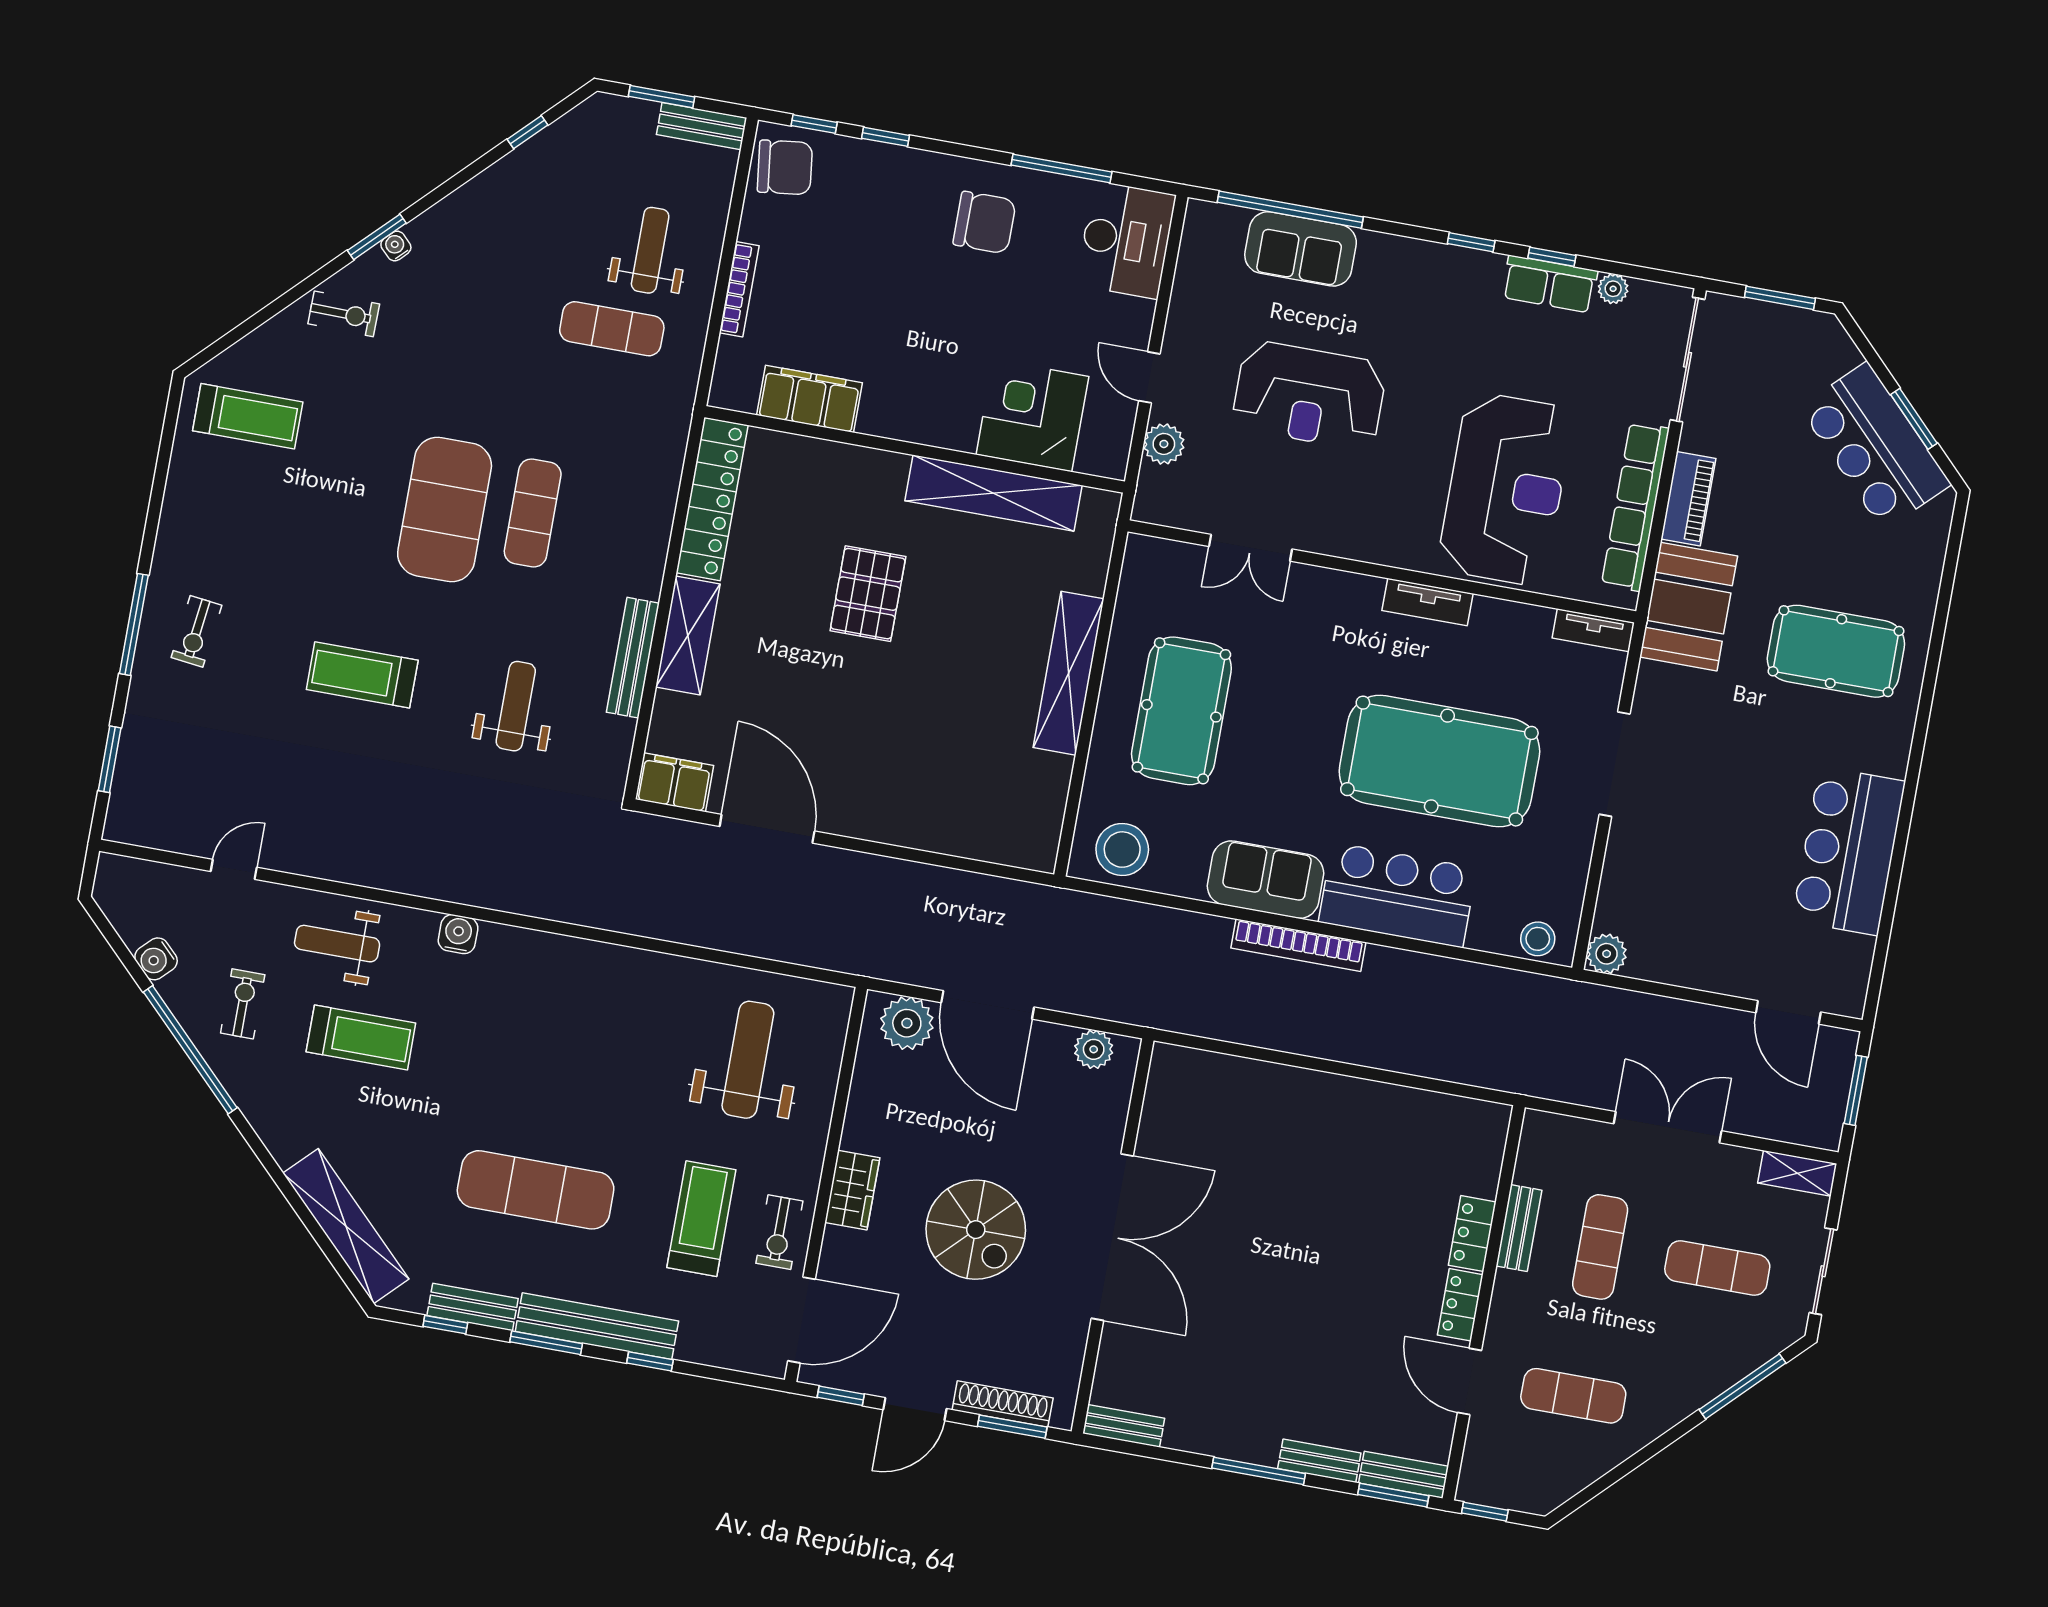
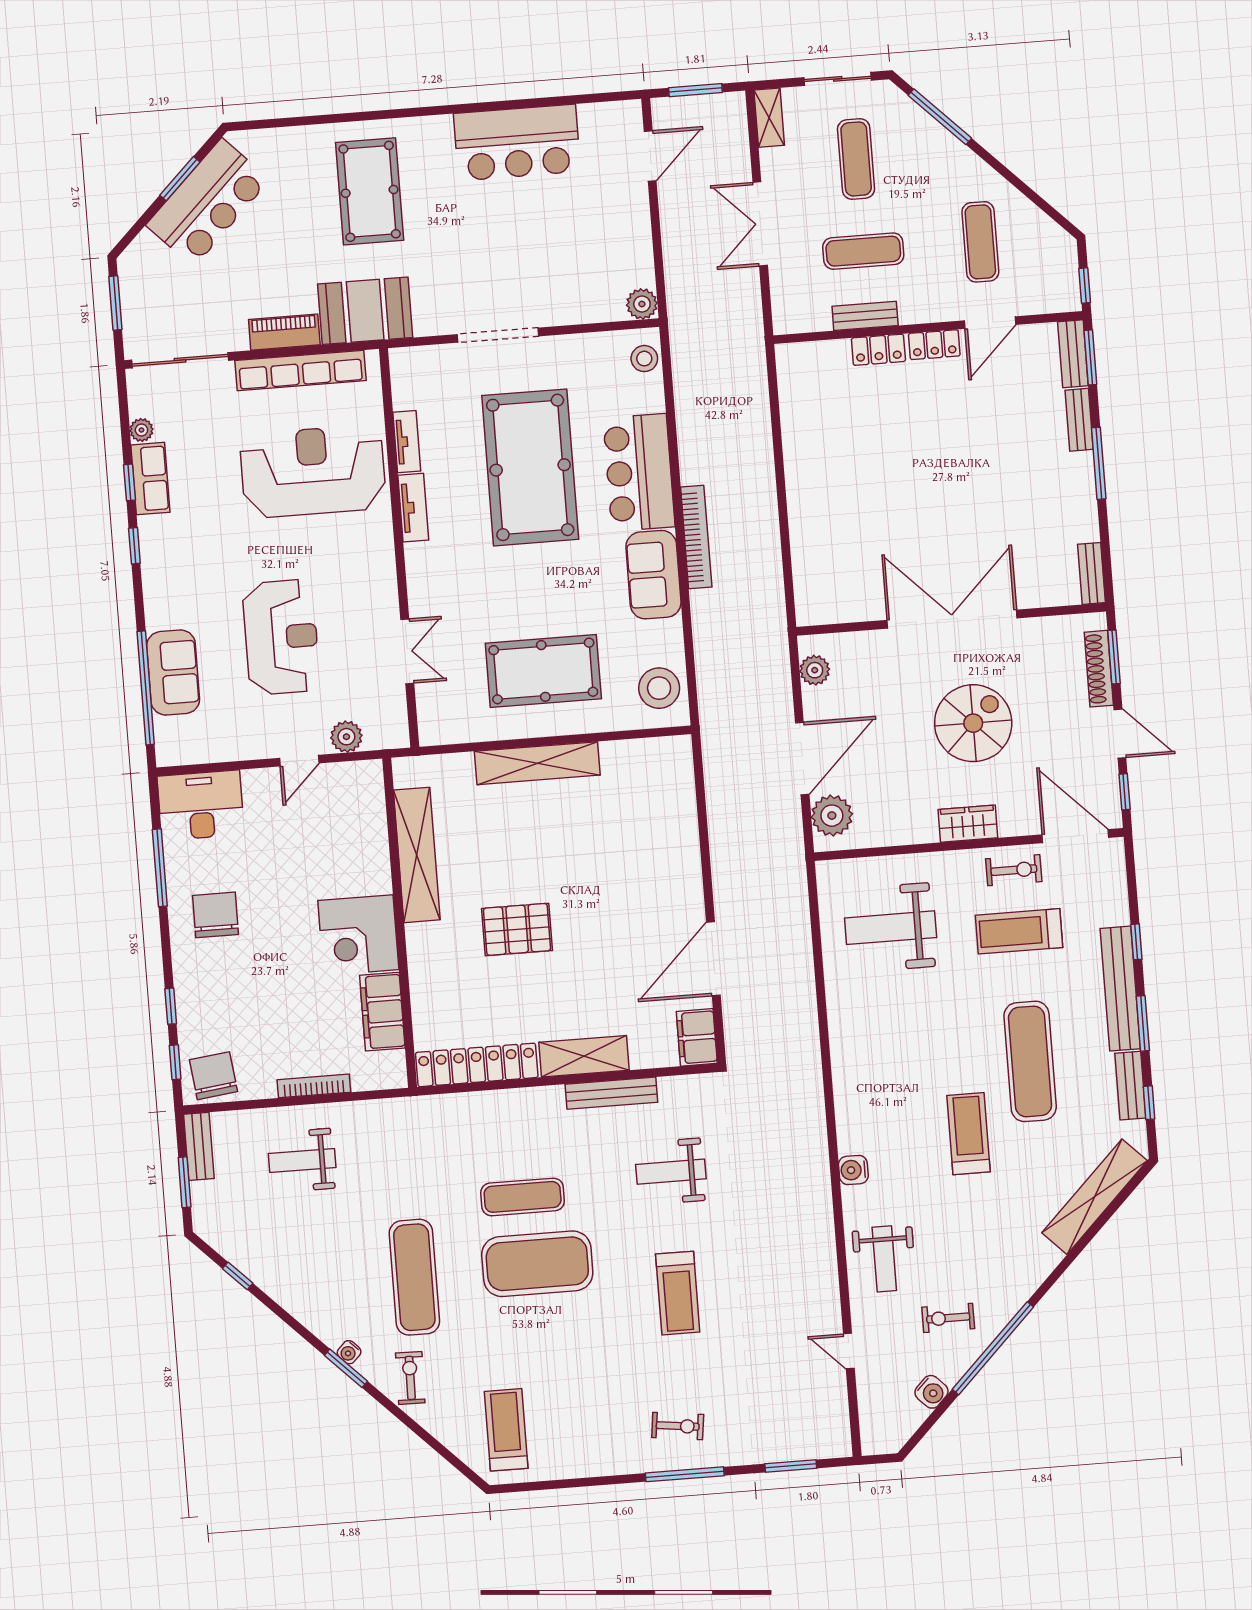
exercise mat: (612, 329) -> (414, 1277), moved, width x1.36, depth x1.45
corner desk: (1032, 416) -> (358, 935), moved
tv unit: (1593, 630) -> (407, 442), moved
treadmill: (361, 1037) -> (969, 1134), moved

